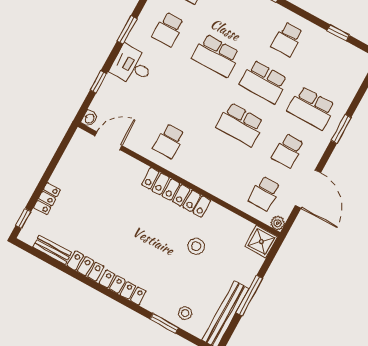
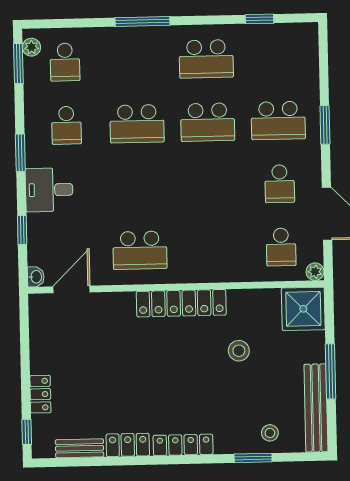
school desk: (287, 39) -> (206, 59), width x1.85
school desk: (240, 124) -> (209, 185), removed
school desk: (169, 141) -> (140, 250), width x1.85
shower: (261, 242) -> (303, 309), width x1.36, depth x1.36

